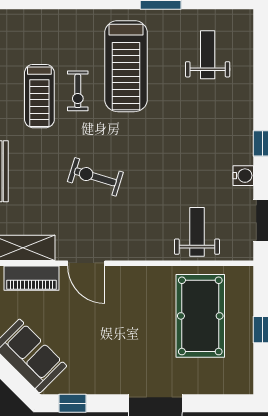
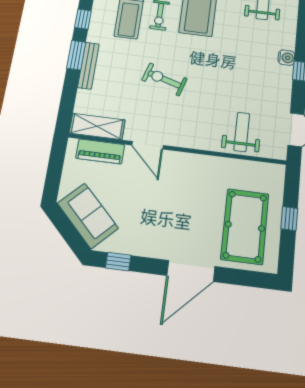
water cooler: (243, 176) -> (286, 58), moved
pool table: (200, 316) -> (245, 226), moved

